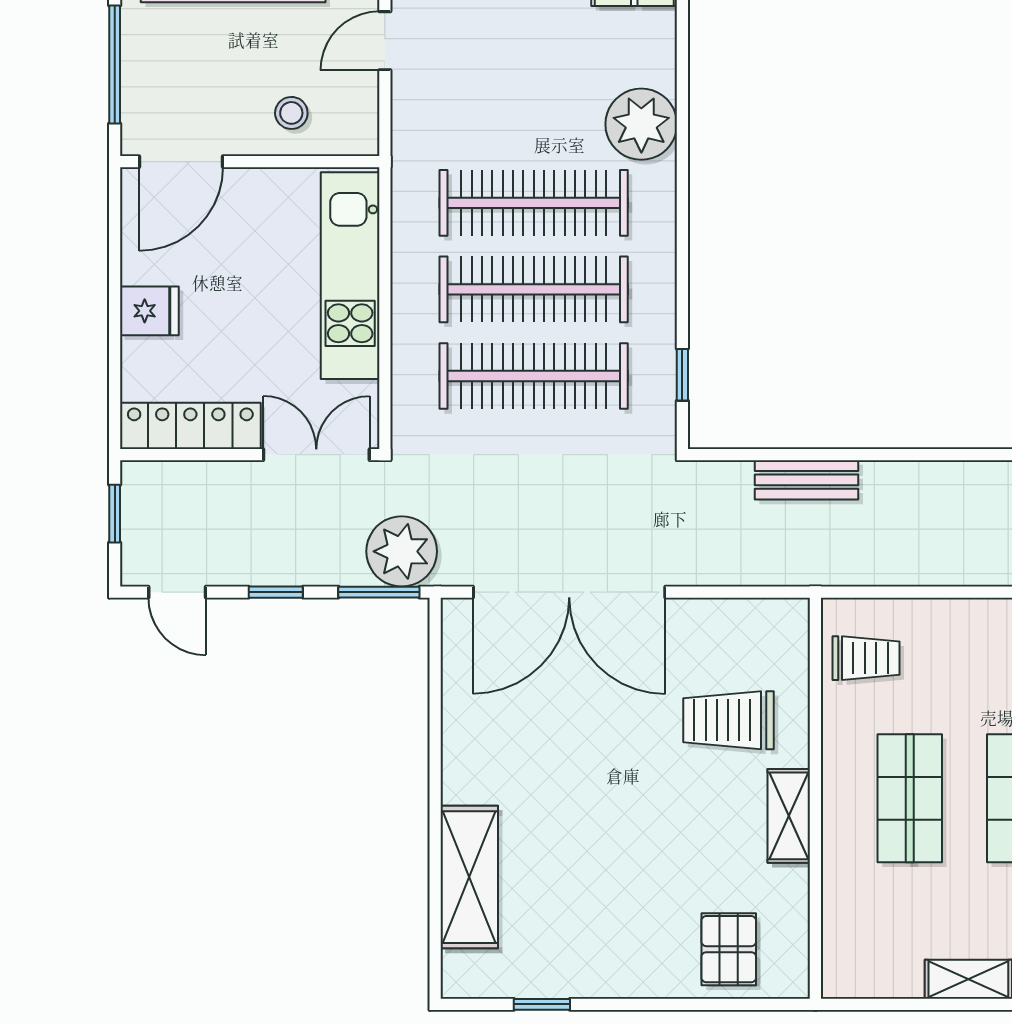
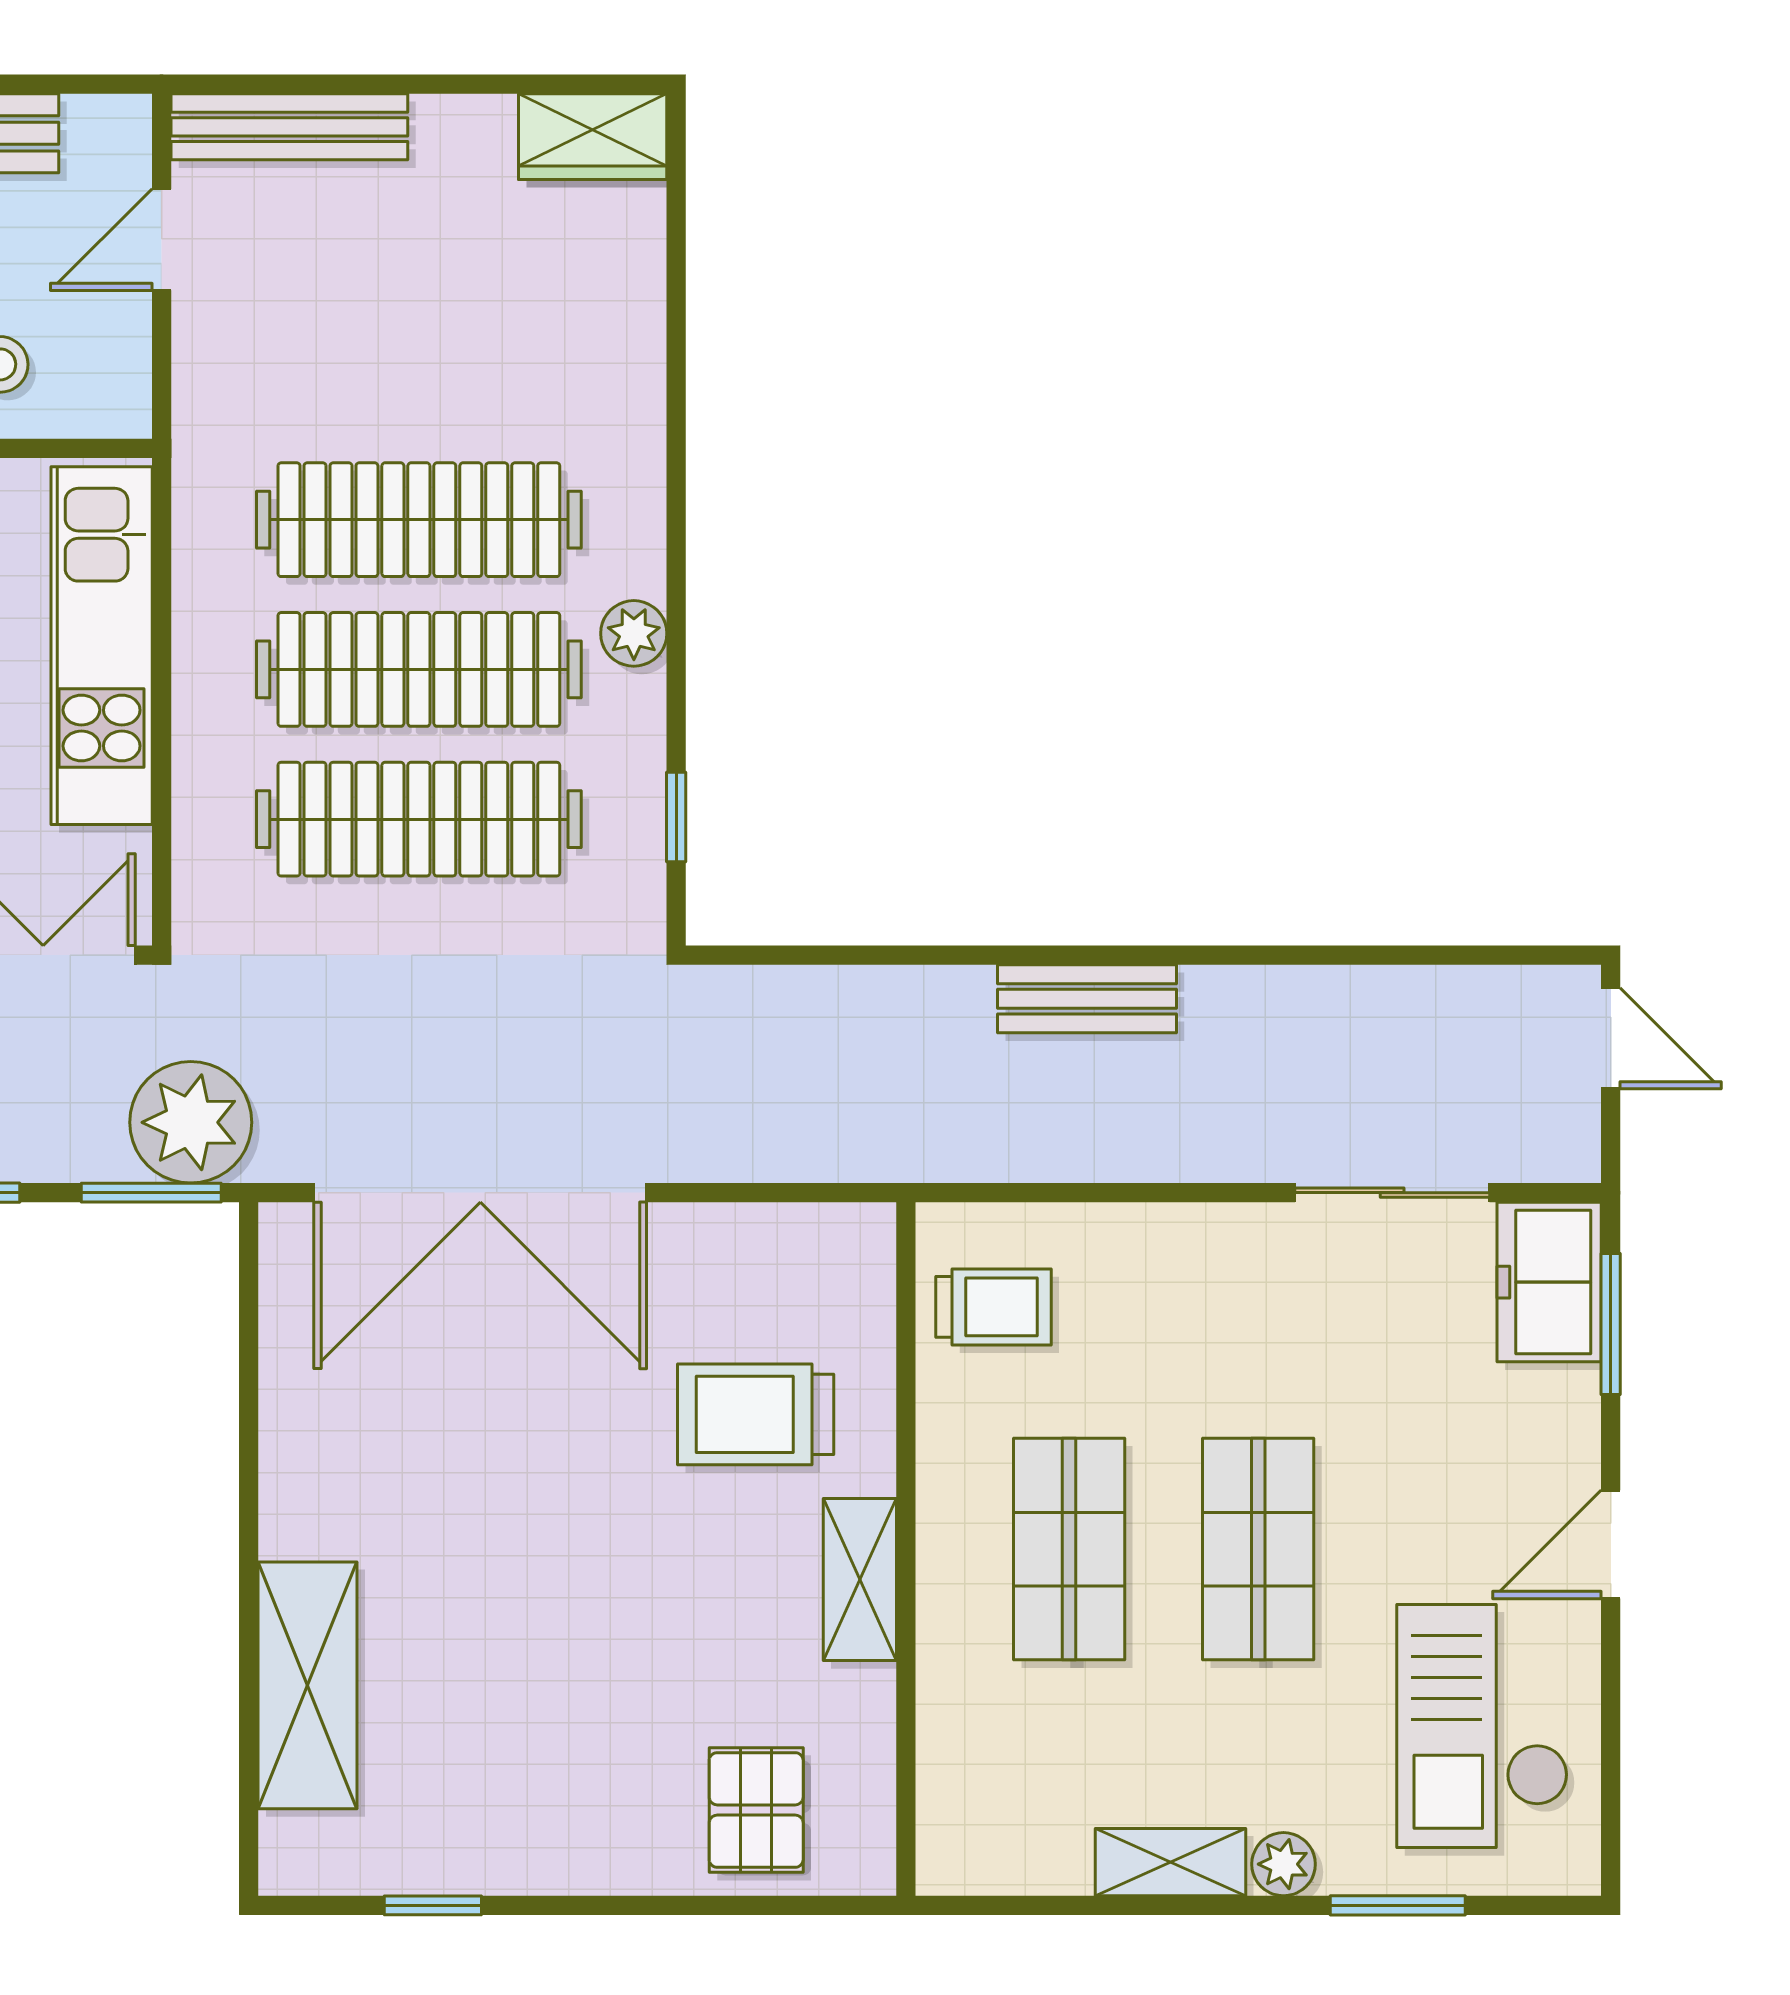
plant: (641, 124) -> (634, 633), moved, width x0.53, depth x0.53
bench: (807, 480) -> (1087, 999), moved

